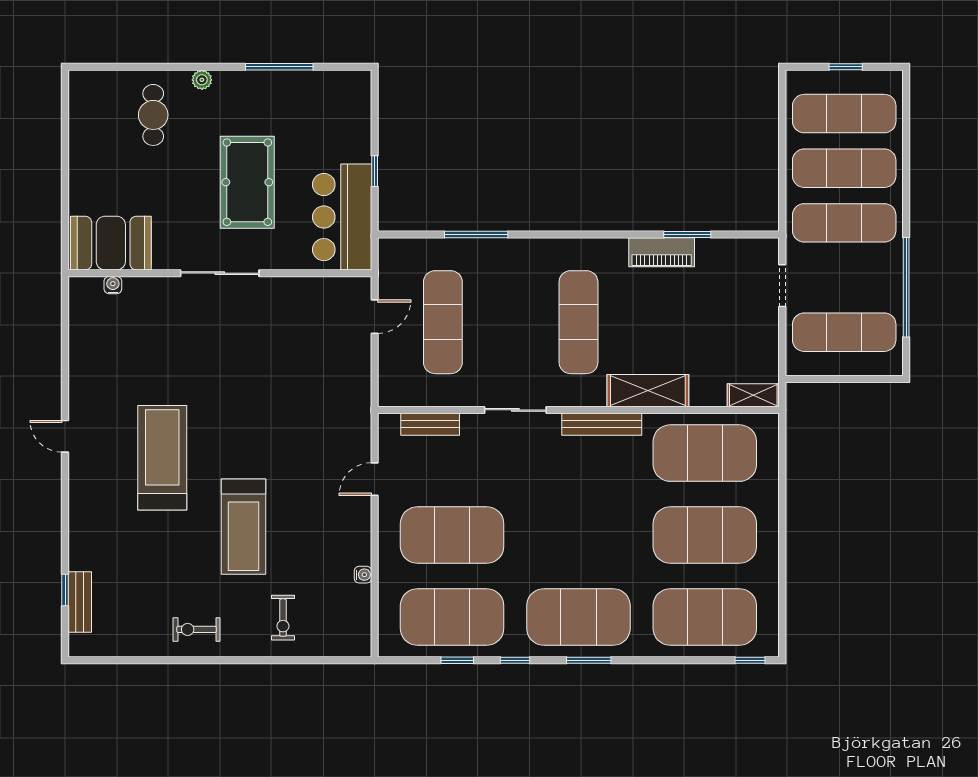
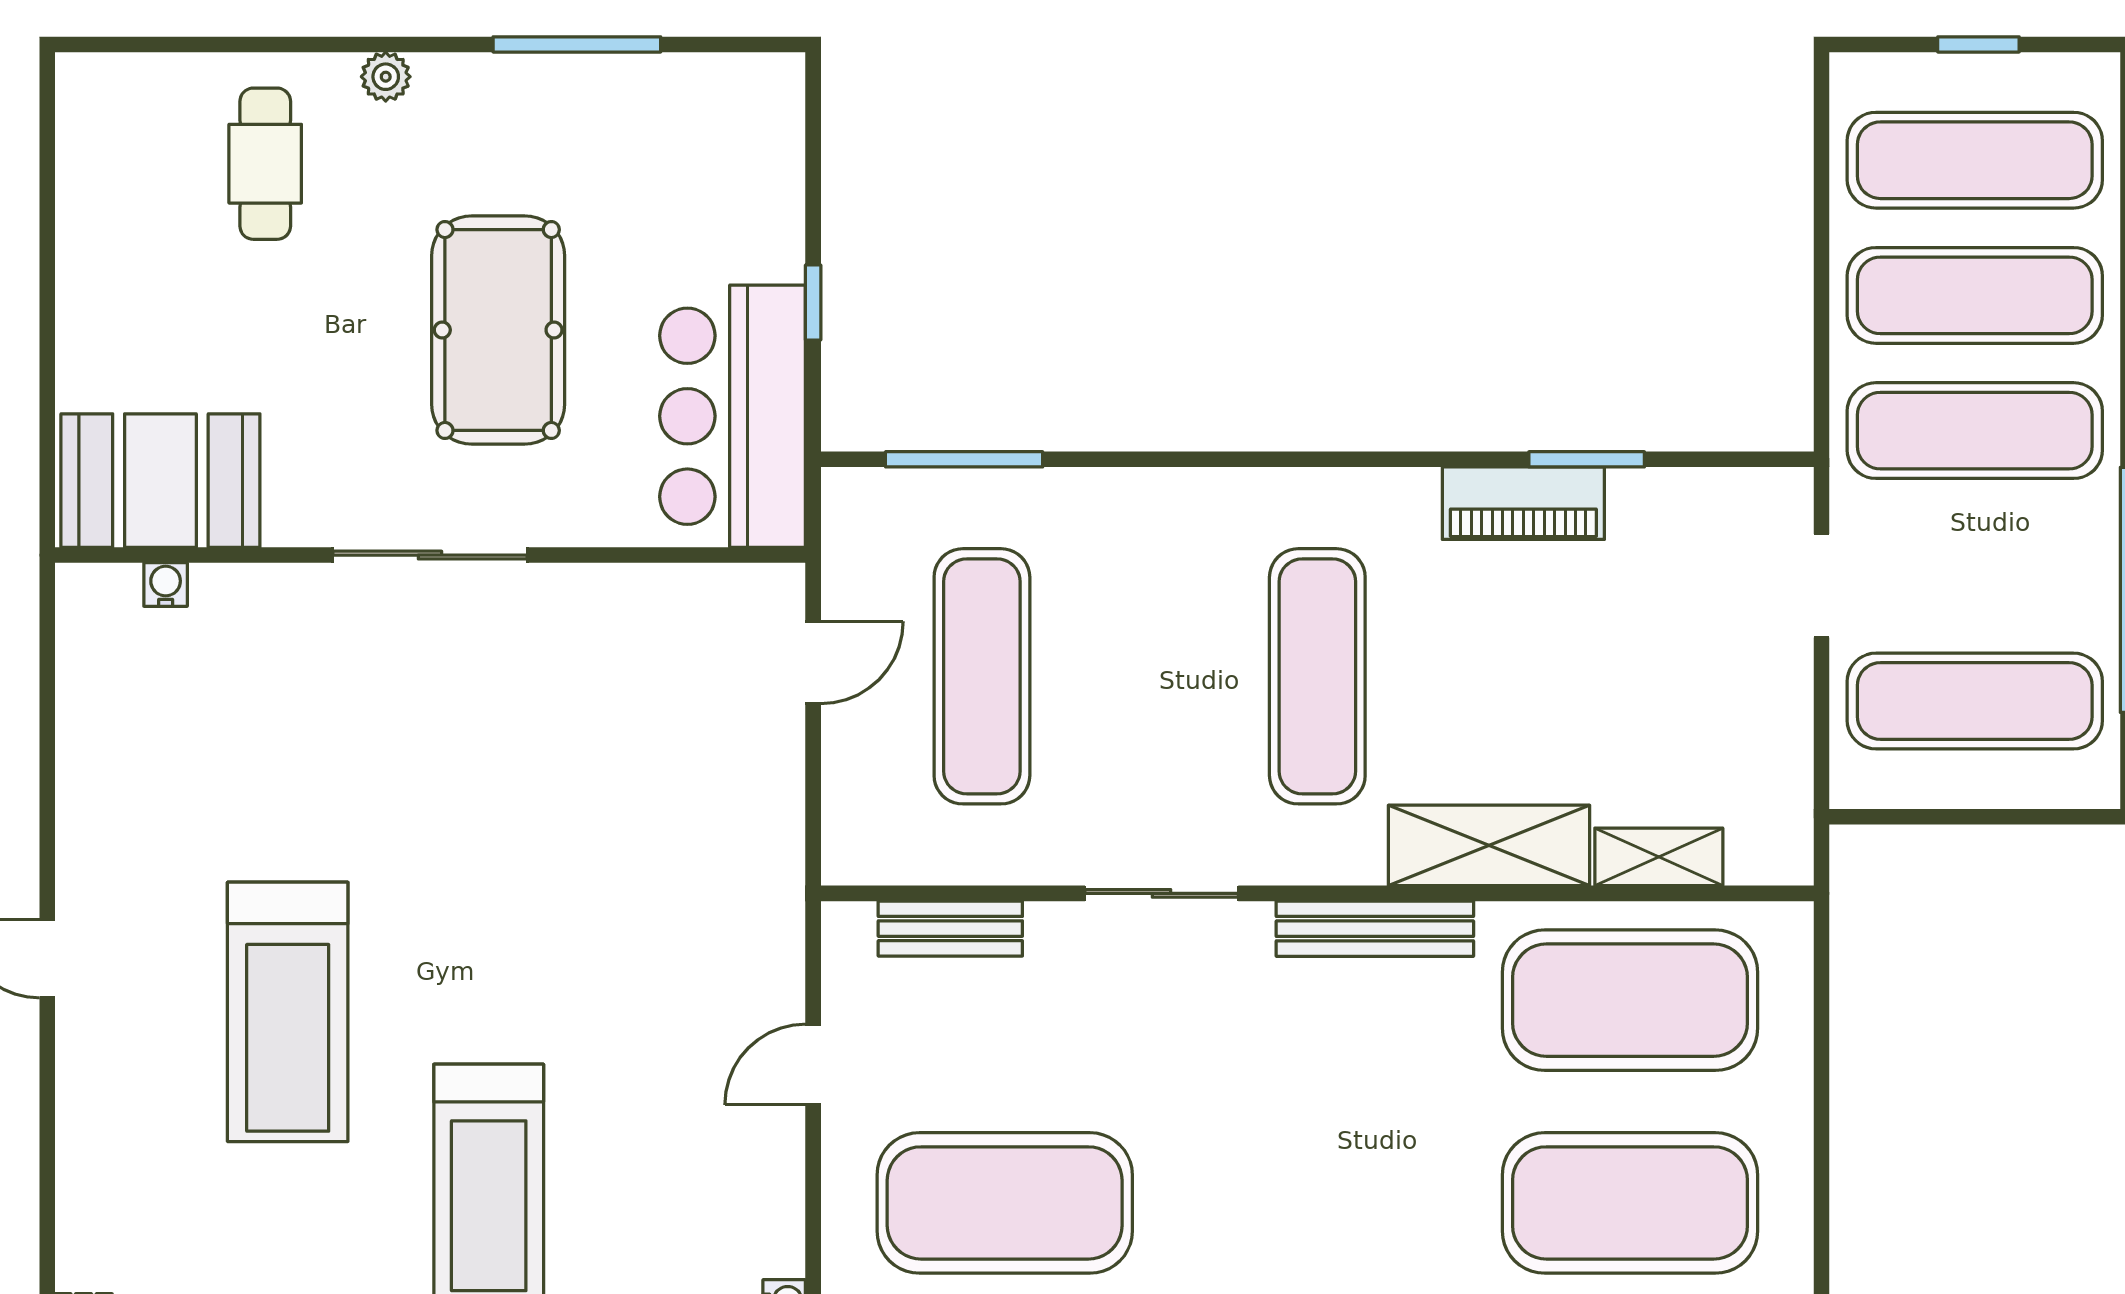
window: (476, 234) -> (964, 459), moved
shelving: (753, 395) -> (1659, 857), moved
treadmill: (162, 458) -> (288, 1012), turned 180

